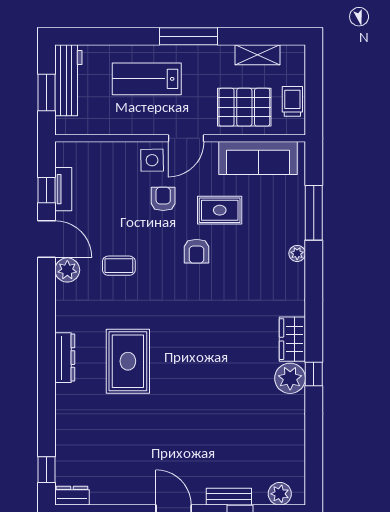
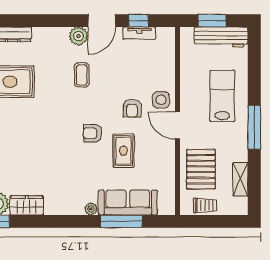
sofa: (258, 158) -> (128, 203), moved, turned 90
armchair: (163, 199) -> (132, 108), turned 90

